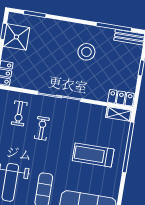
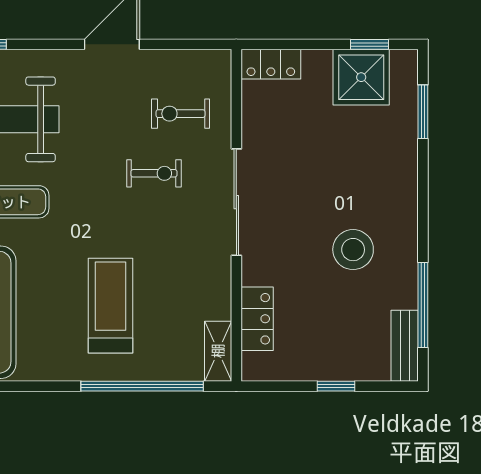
locker: (121, 98) -> (257, 319), moved

